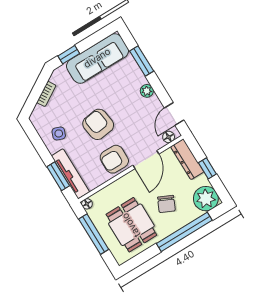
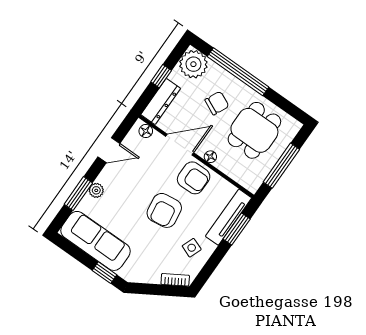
plant: (147, 91) -> (96, 190), moved
bookcase: (46, 94) -> (175, 280), moved
door: (174, 114) -> (109, 150), moved
floor lamp: (87, 204) -> (210, 157), moved

